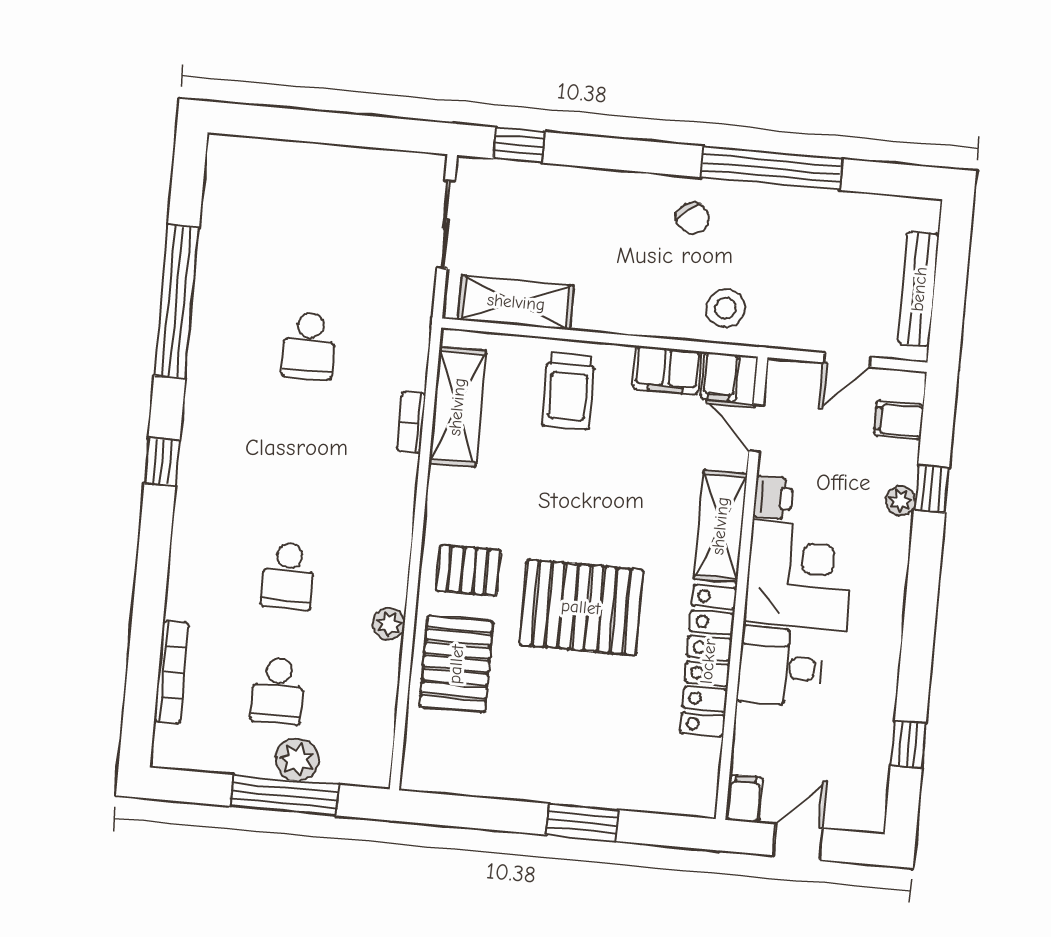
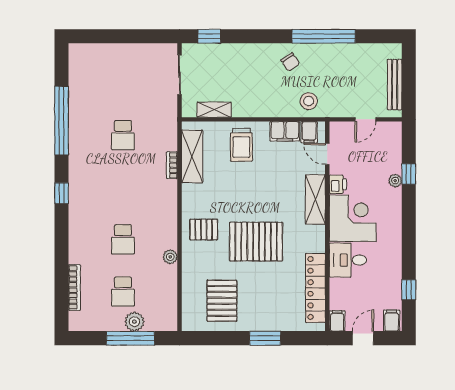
shelving: (516, 302) -> (214, 110), width x0.67, depth x0.75
filing cabinet: (899, 420) -> (392, 321), moved, turned 90
locker: (708, 661) -> (315, 288), moved
pallet: (456, 664) -> (222, 301), moved

